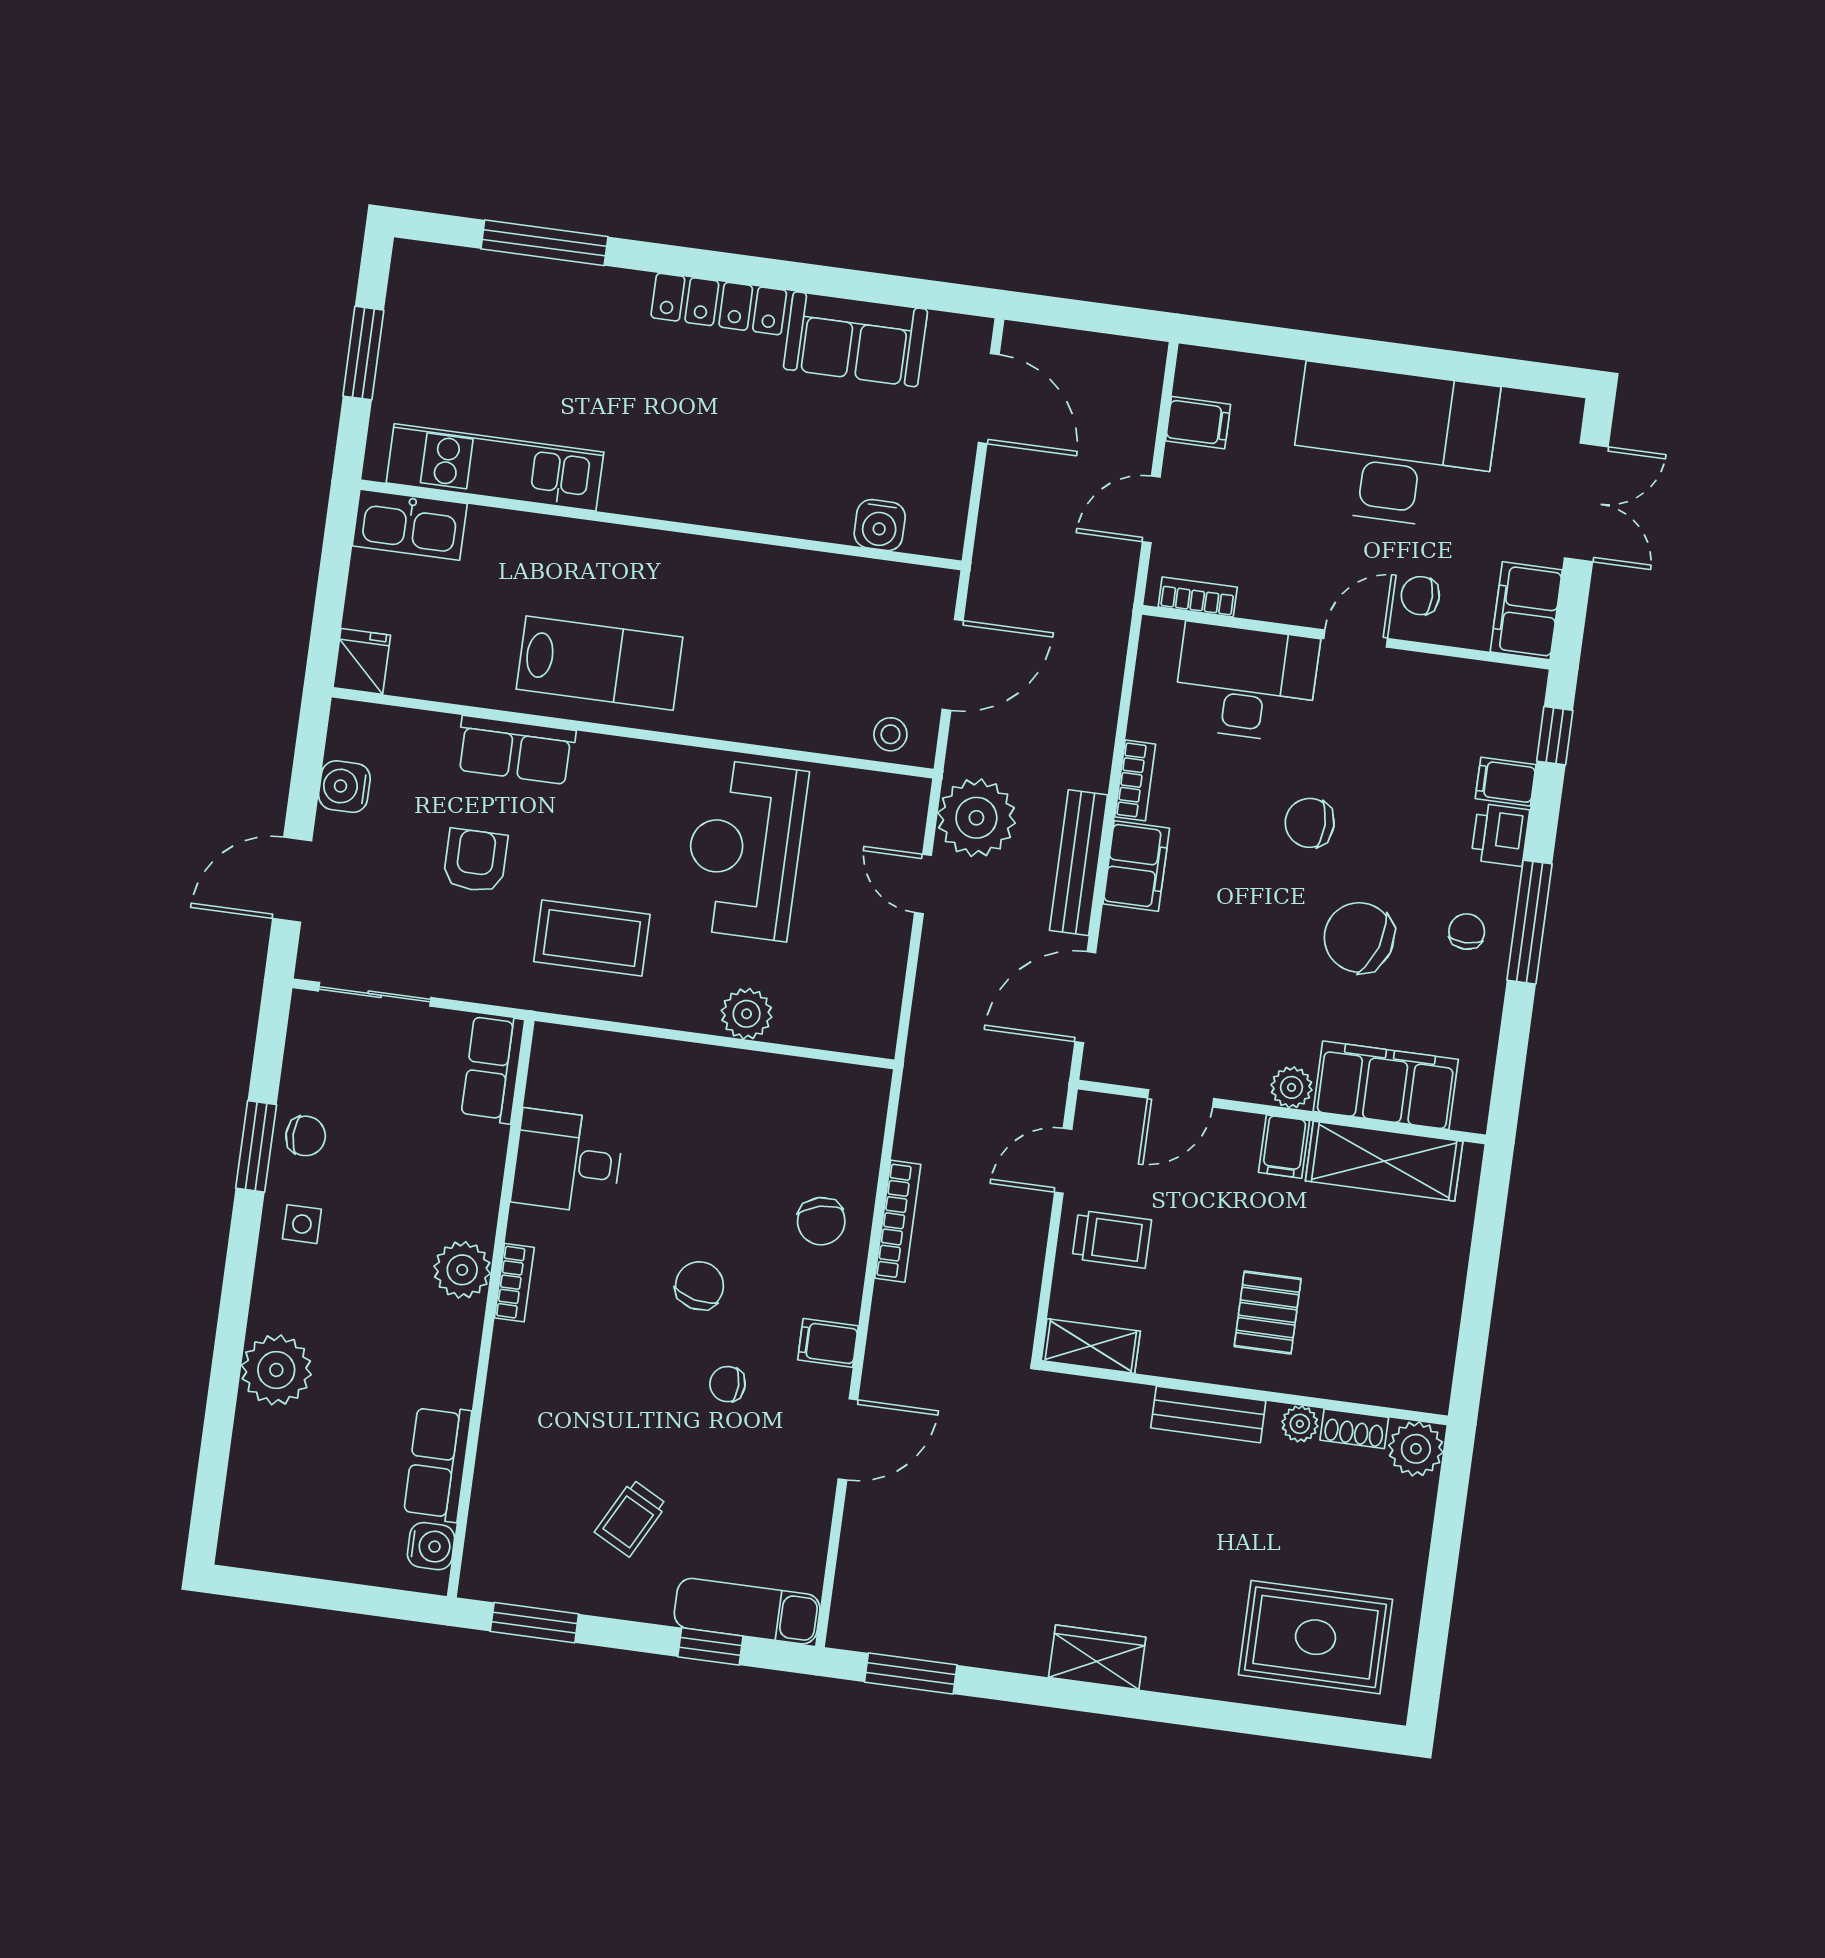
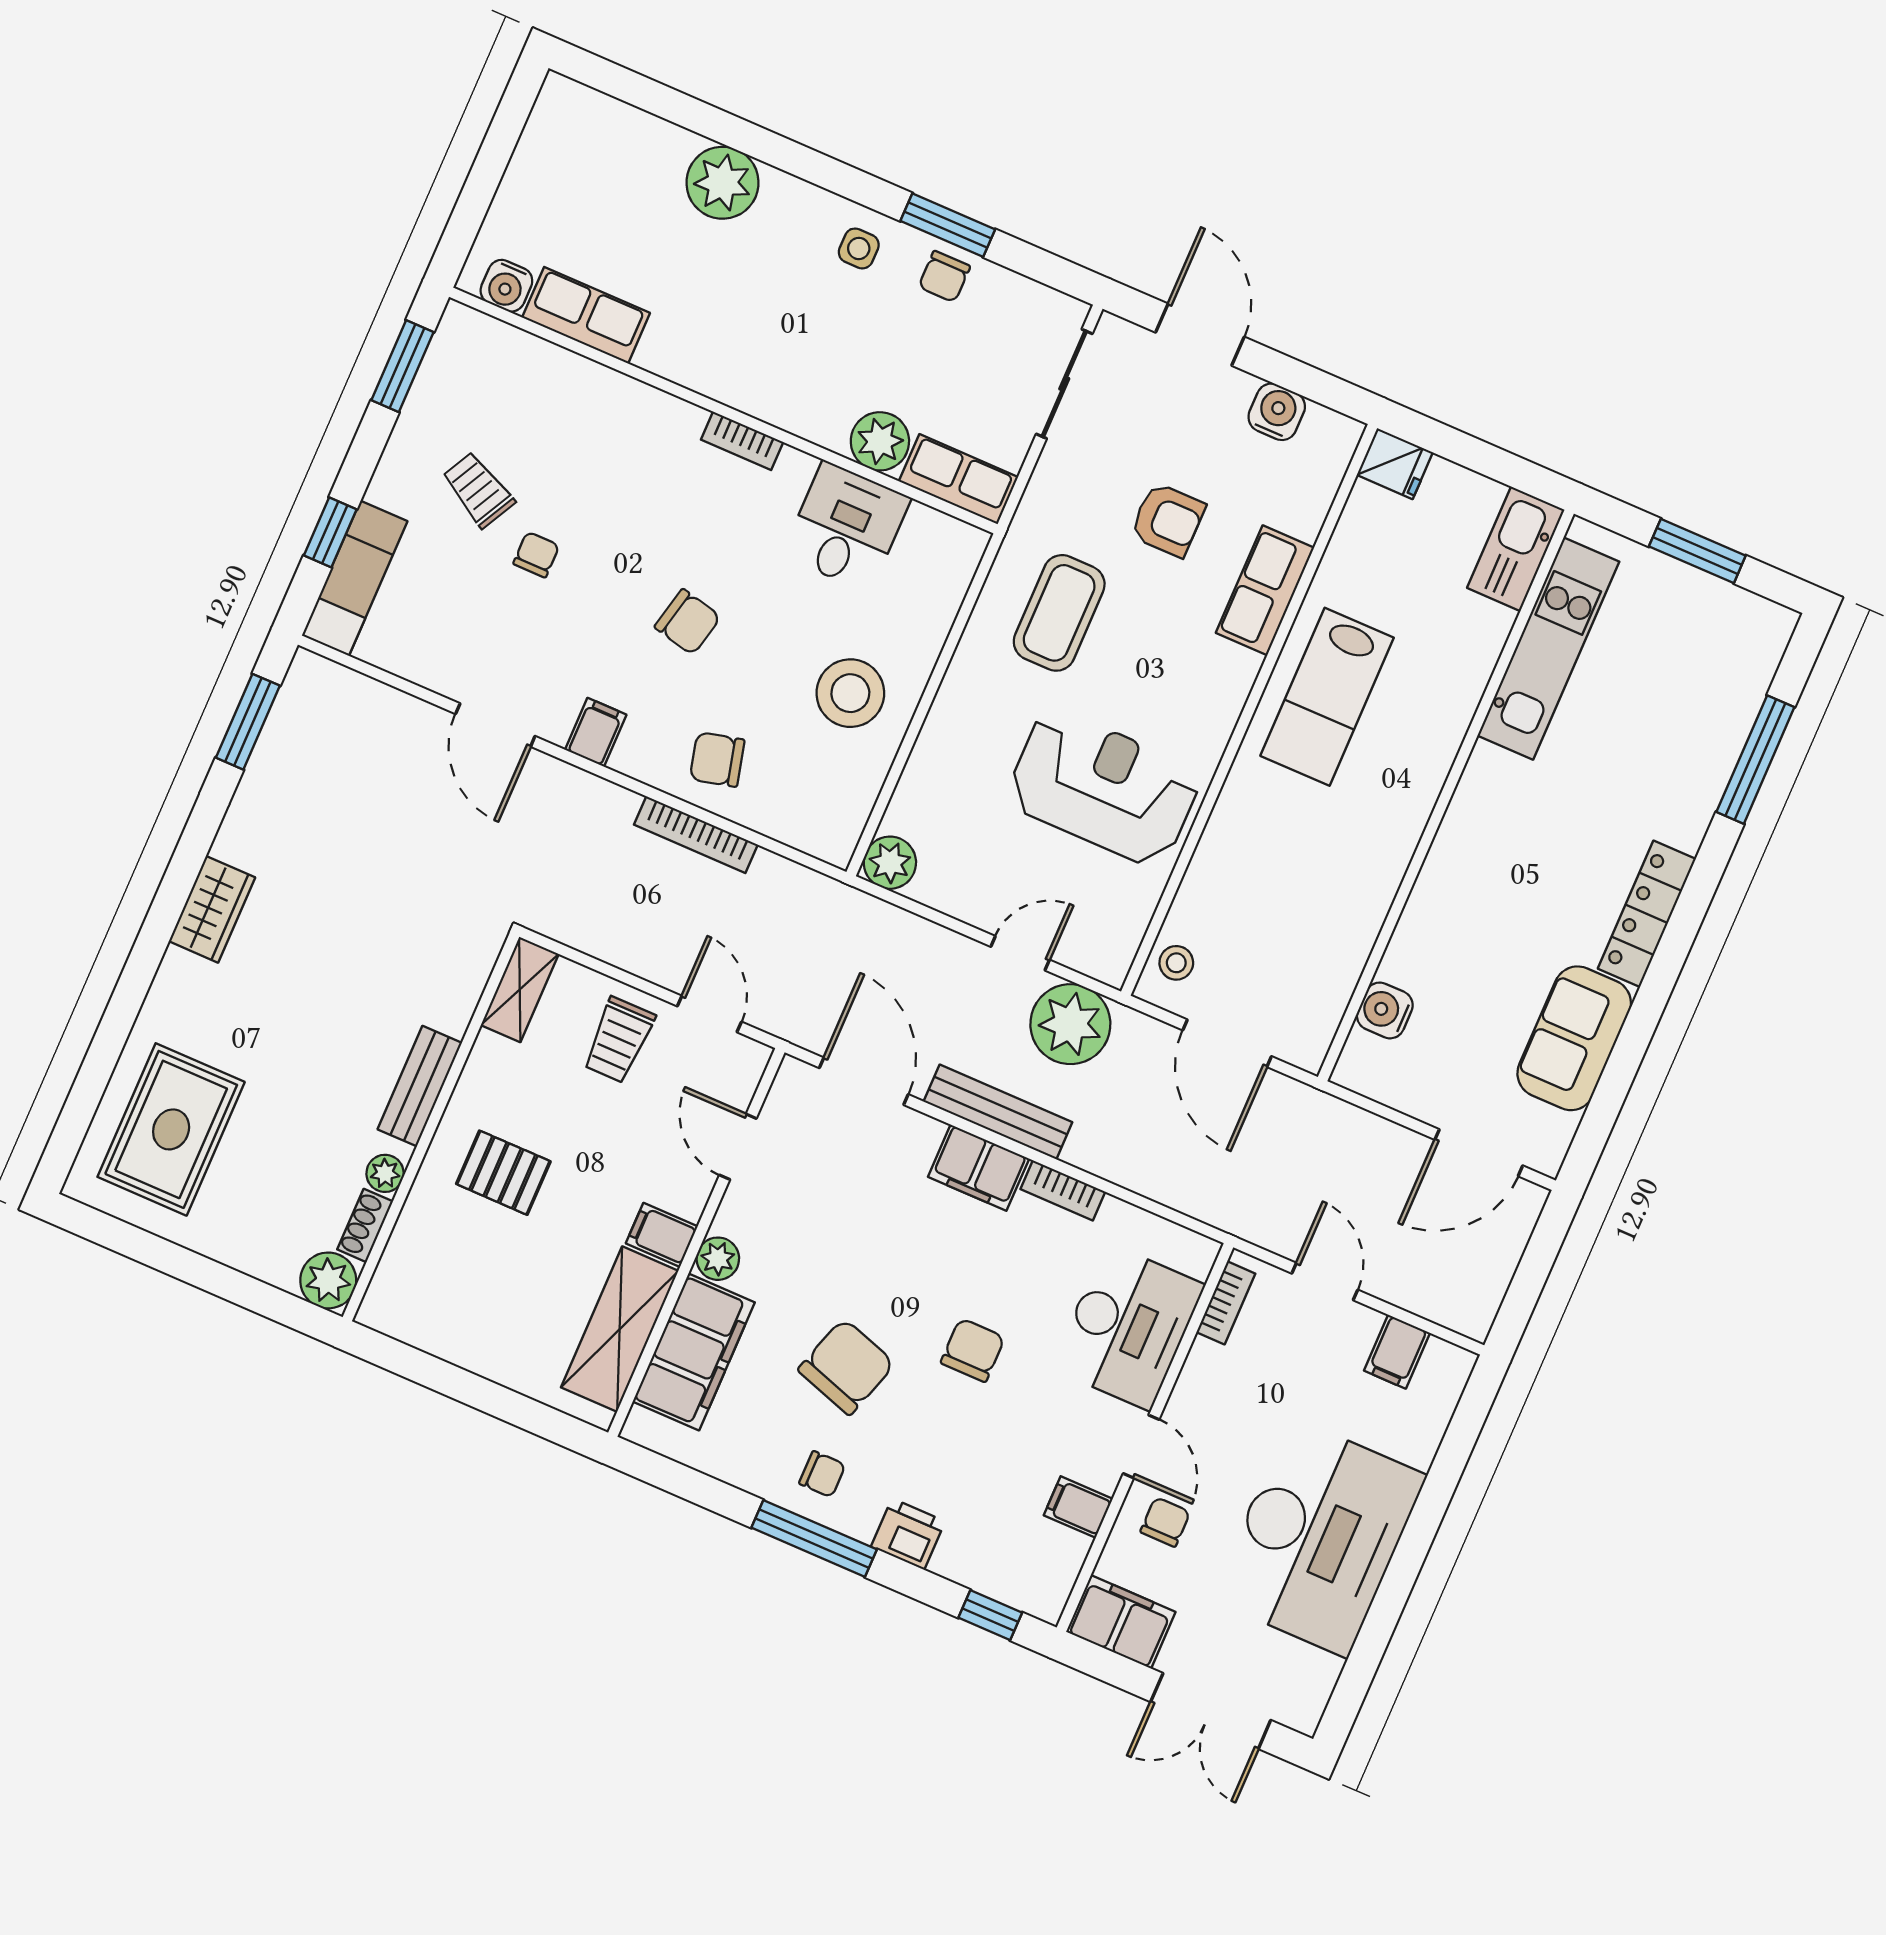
filing cabinet: (1506, 782) -> (1078, 1507), moved, turned -90
plant: (747, 1014) -> (890, 863), moved
stool: (723, 1113) -> (850, 693), added
plant: (462, 1270) -> (880, 441), moved
chair: (728, 1384) -> (536, 555), moved

